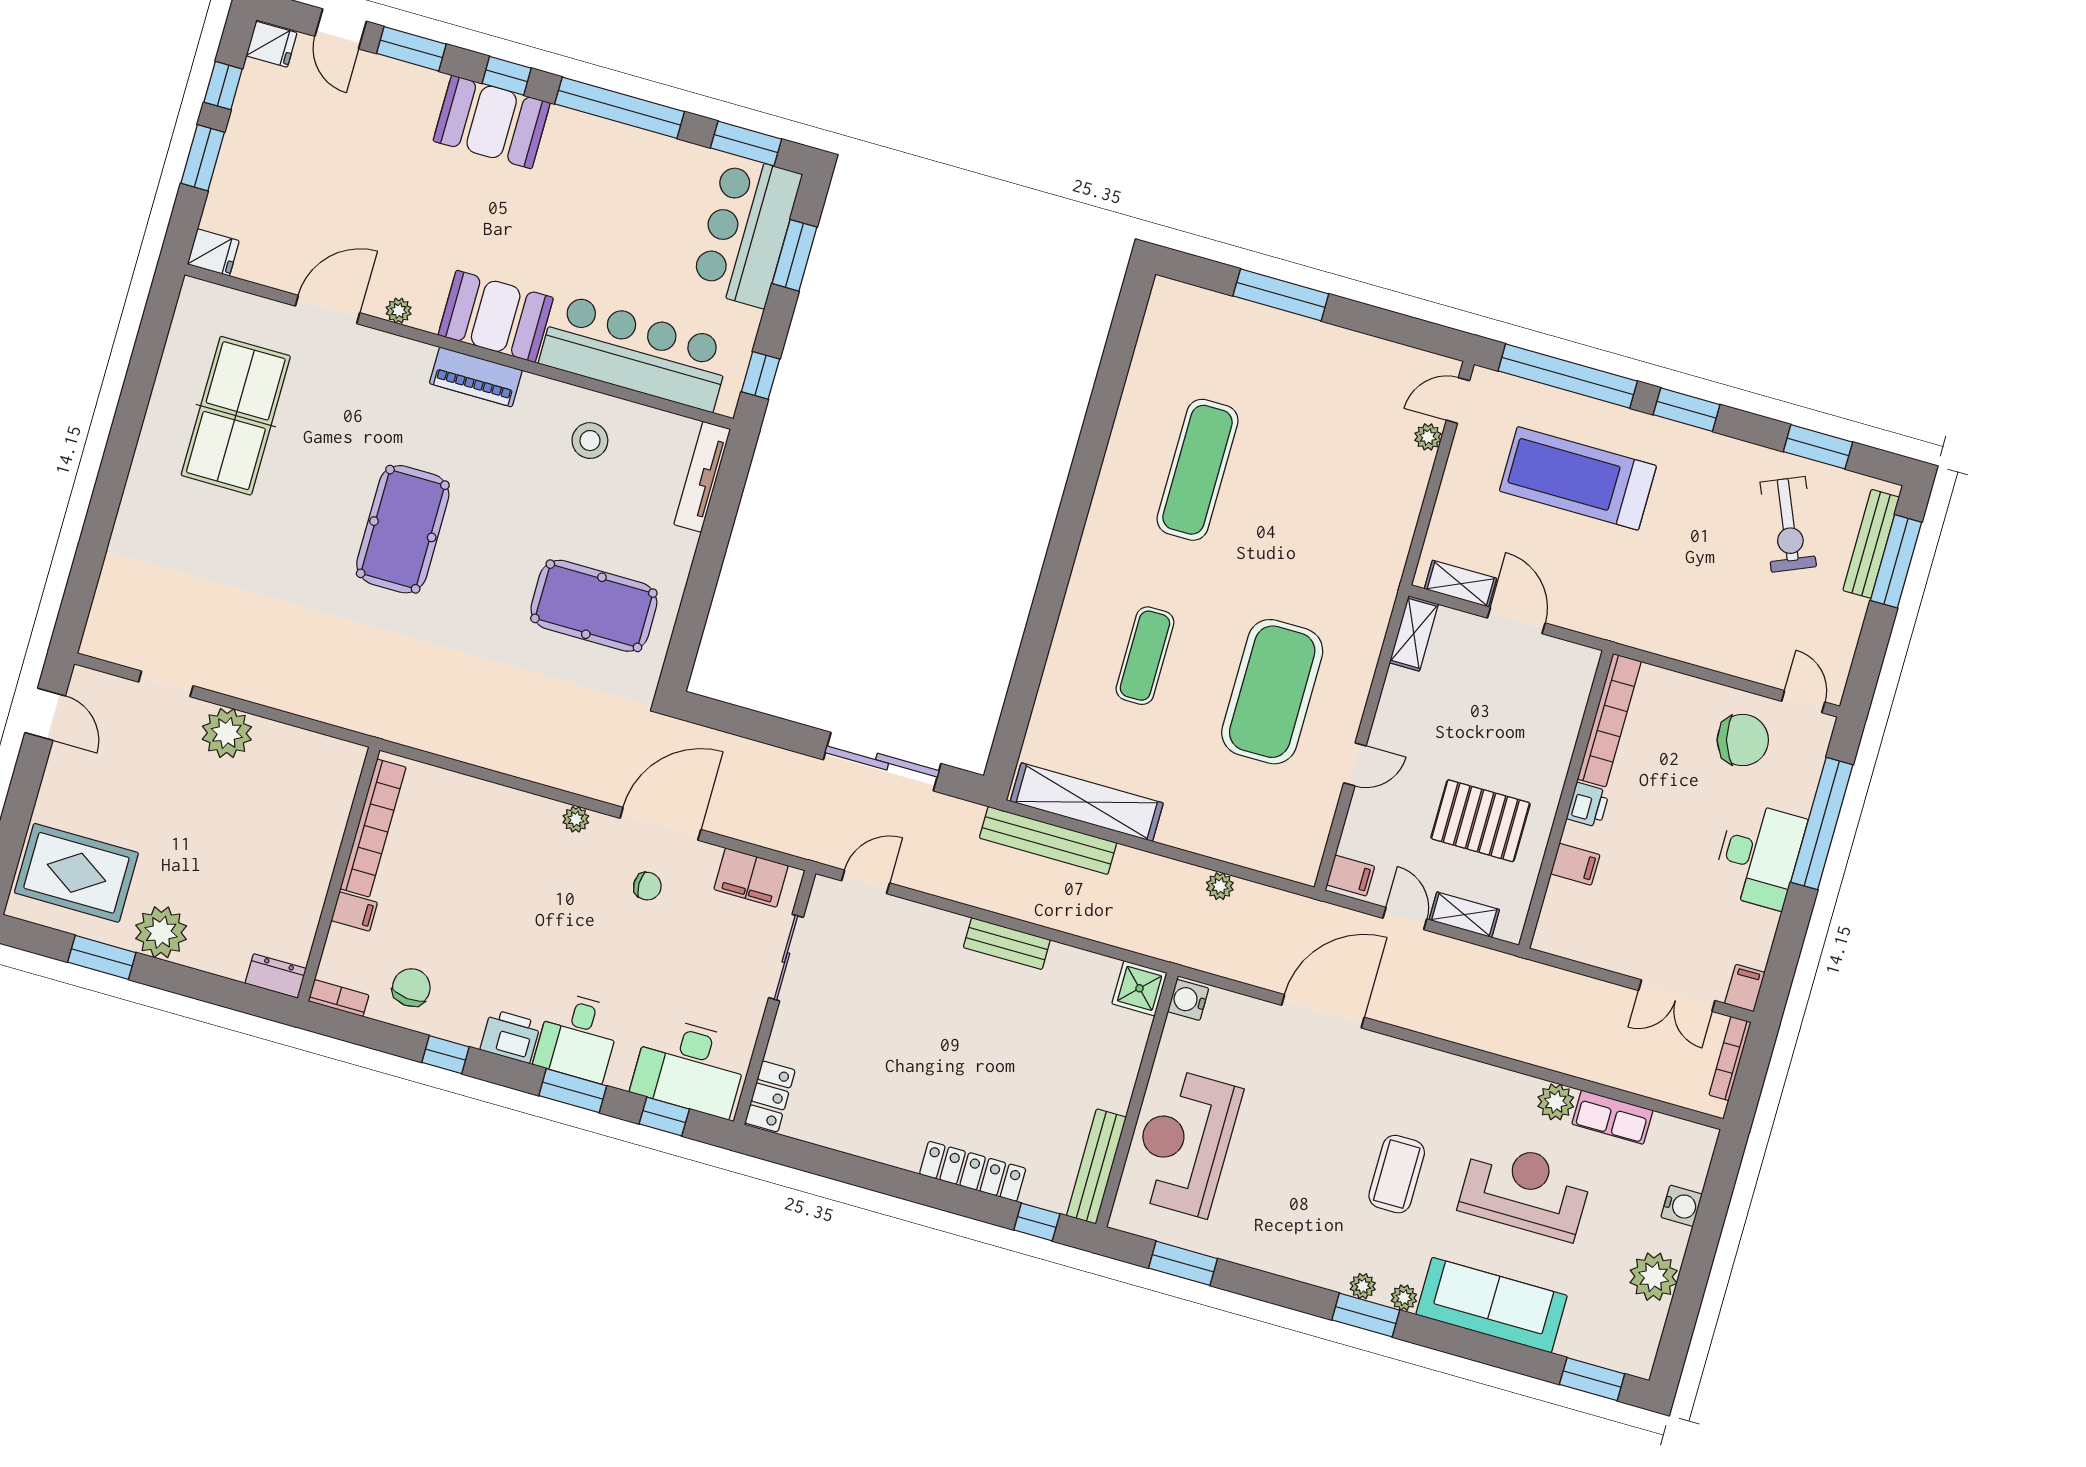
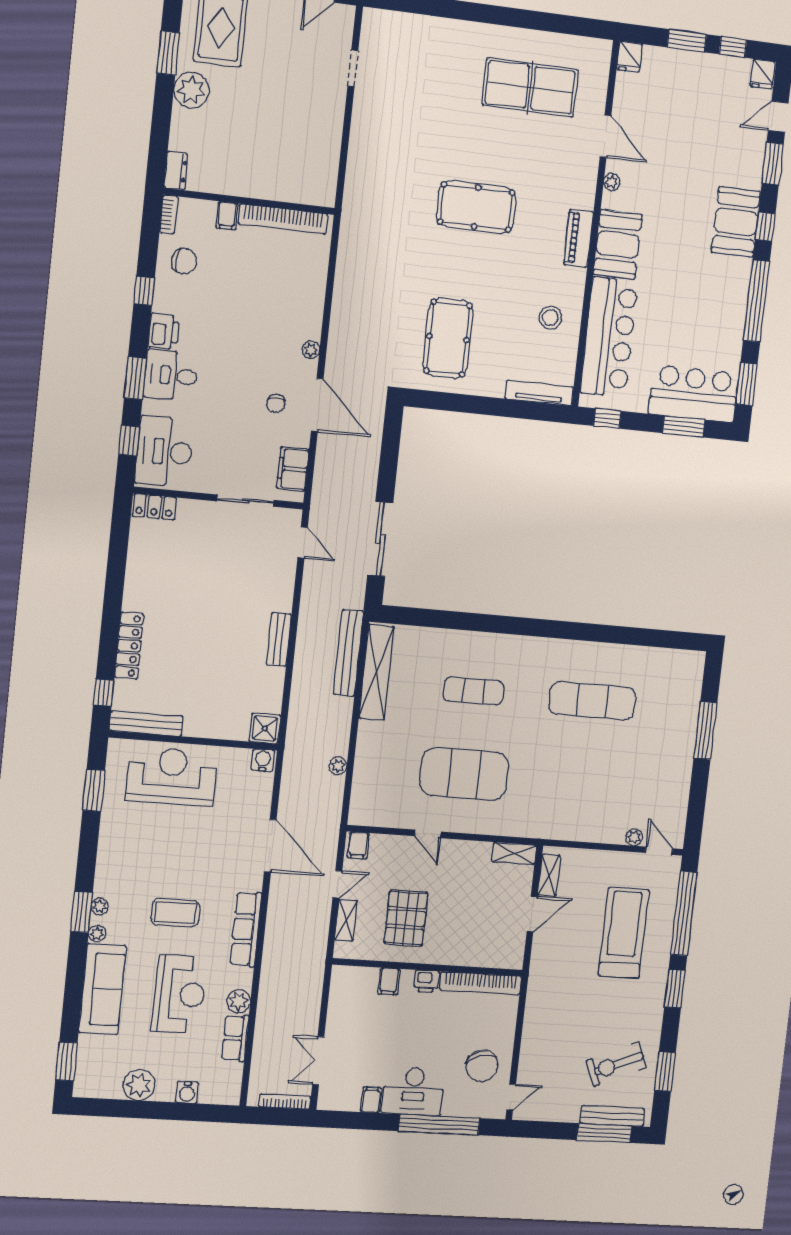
plant: (227, 733) -> (328, 113), removed
filing cabinet: (1745, 988) -> (371, 1100), moved, turned -90
row of seats: (1445, 1071) -> (246, 929), added

